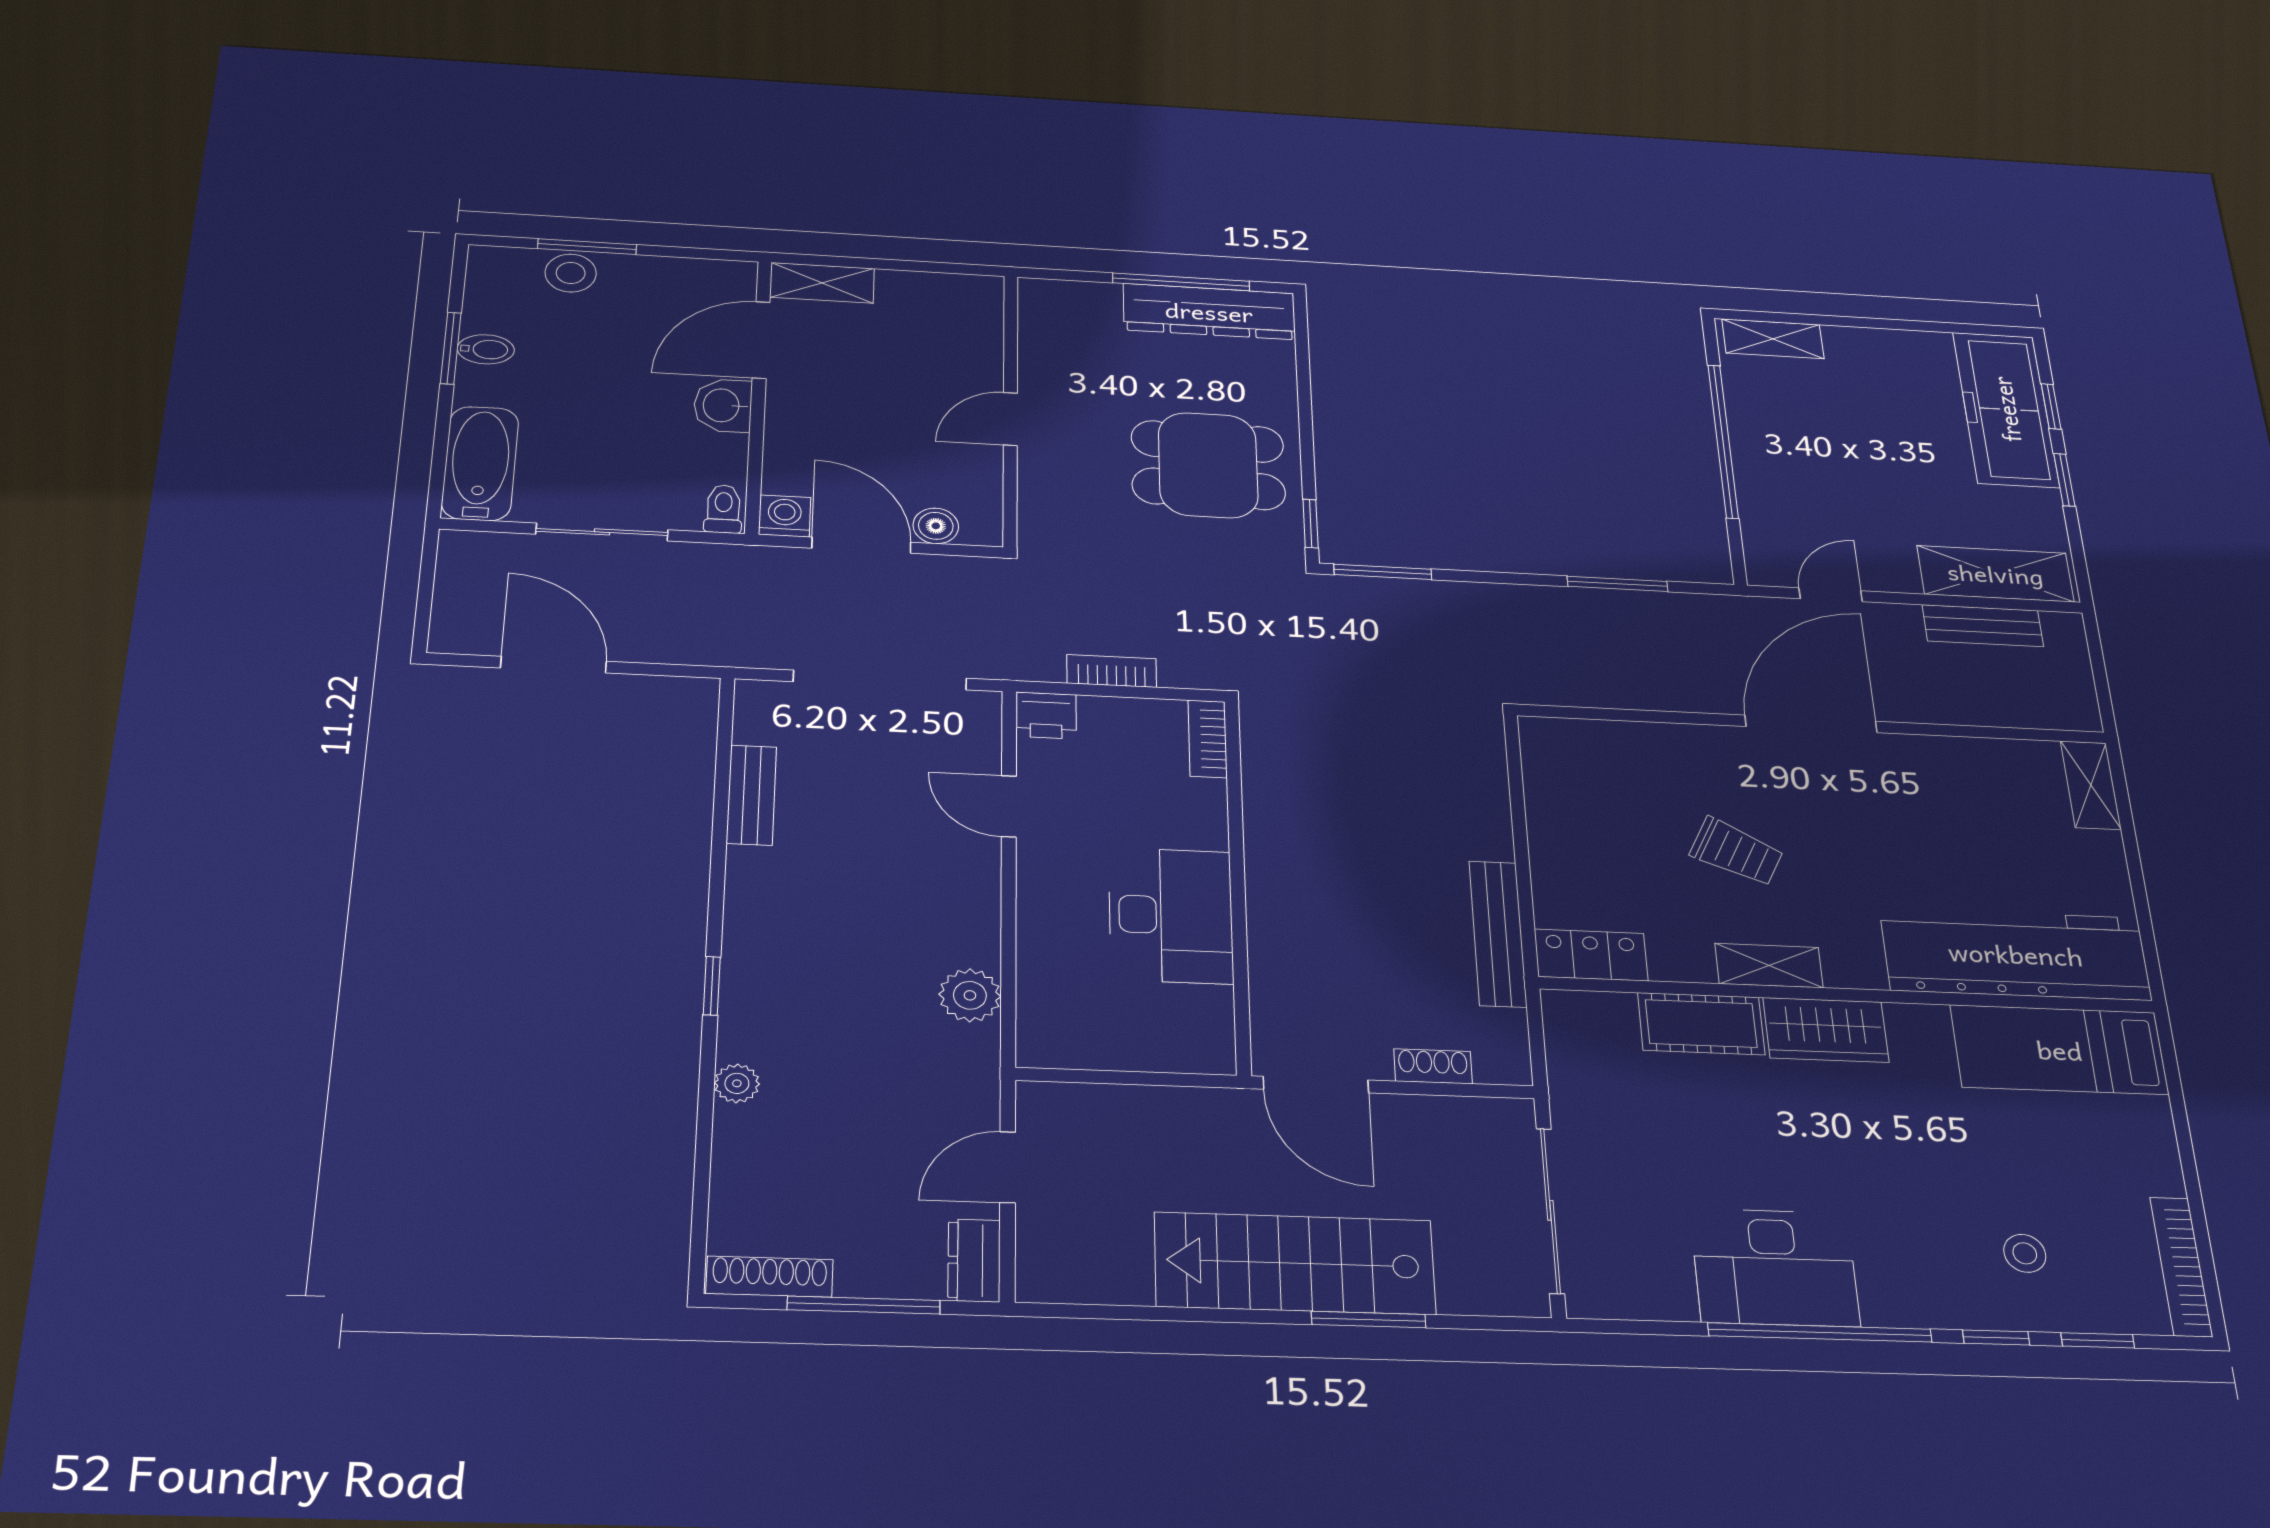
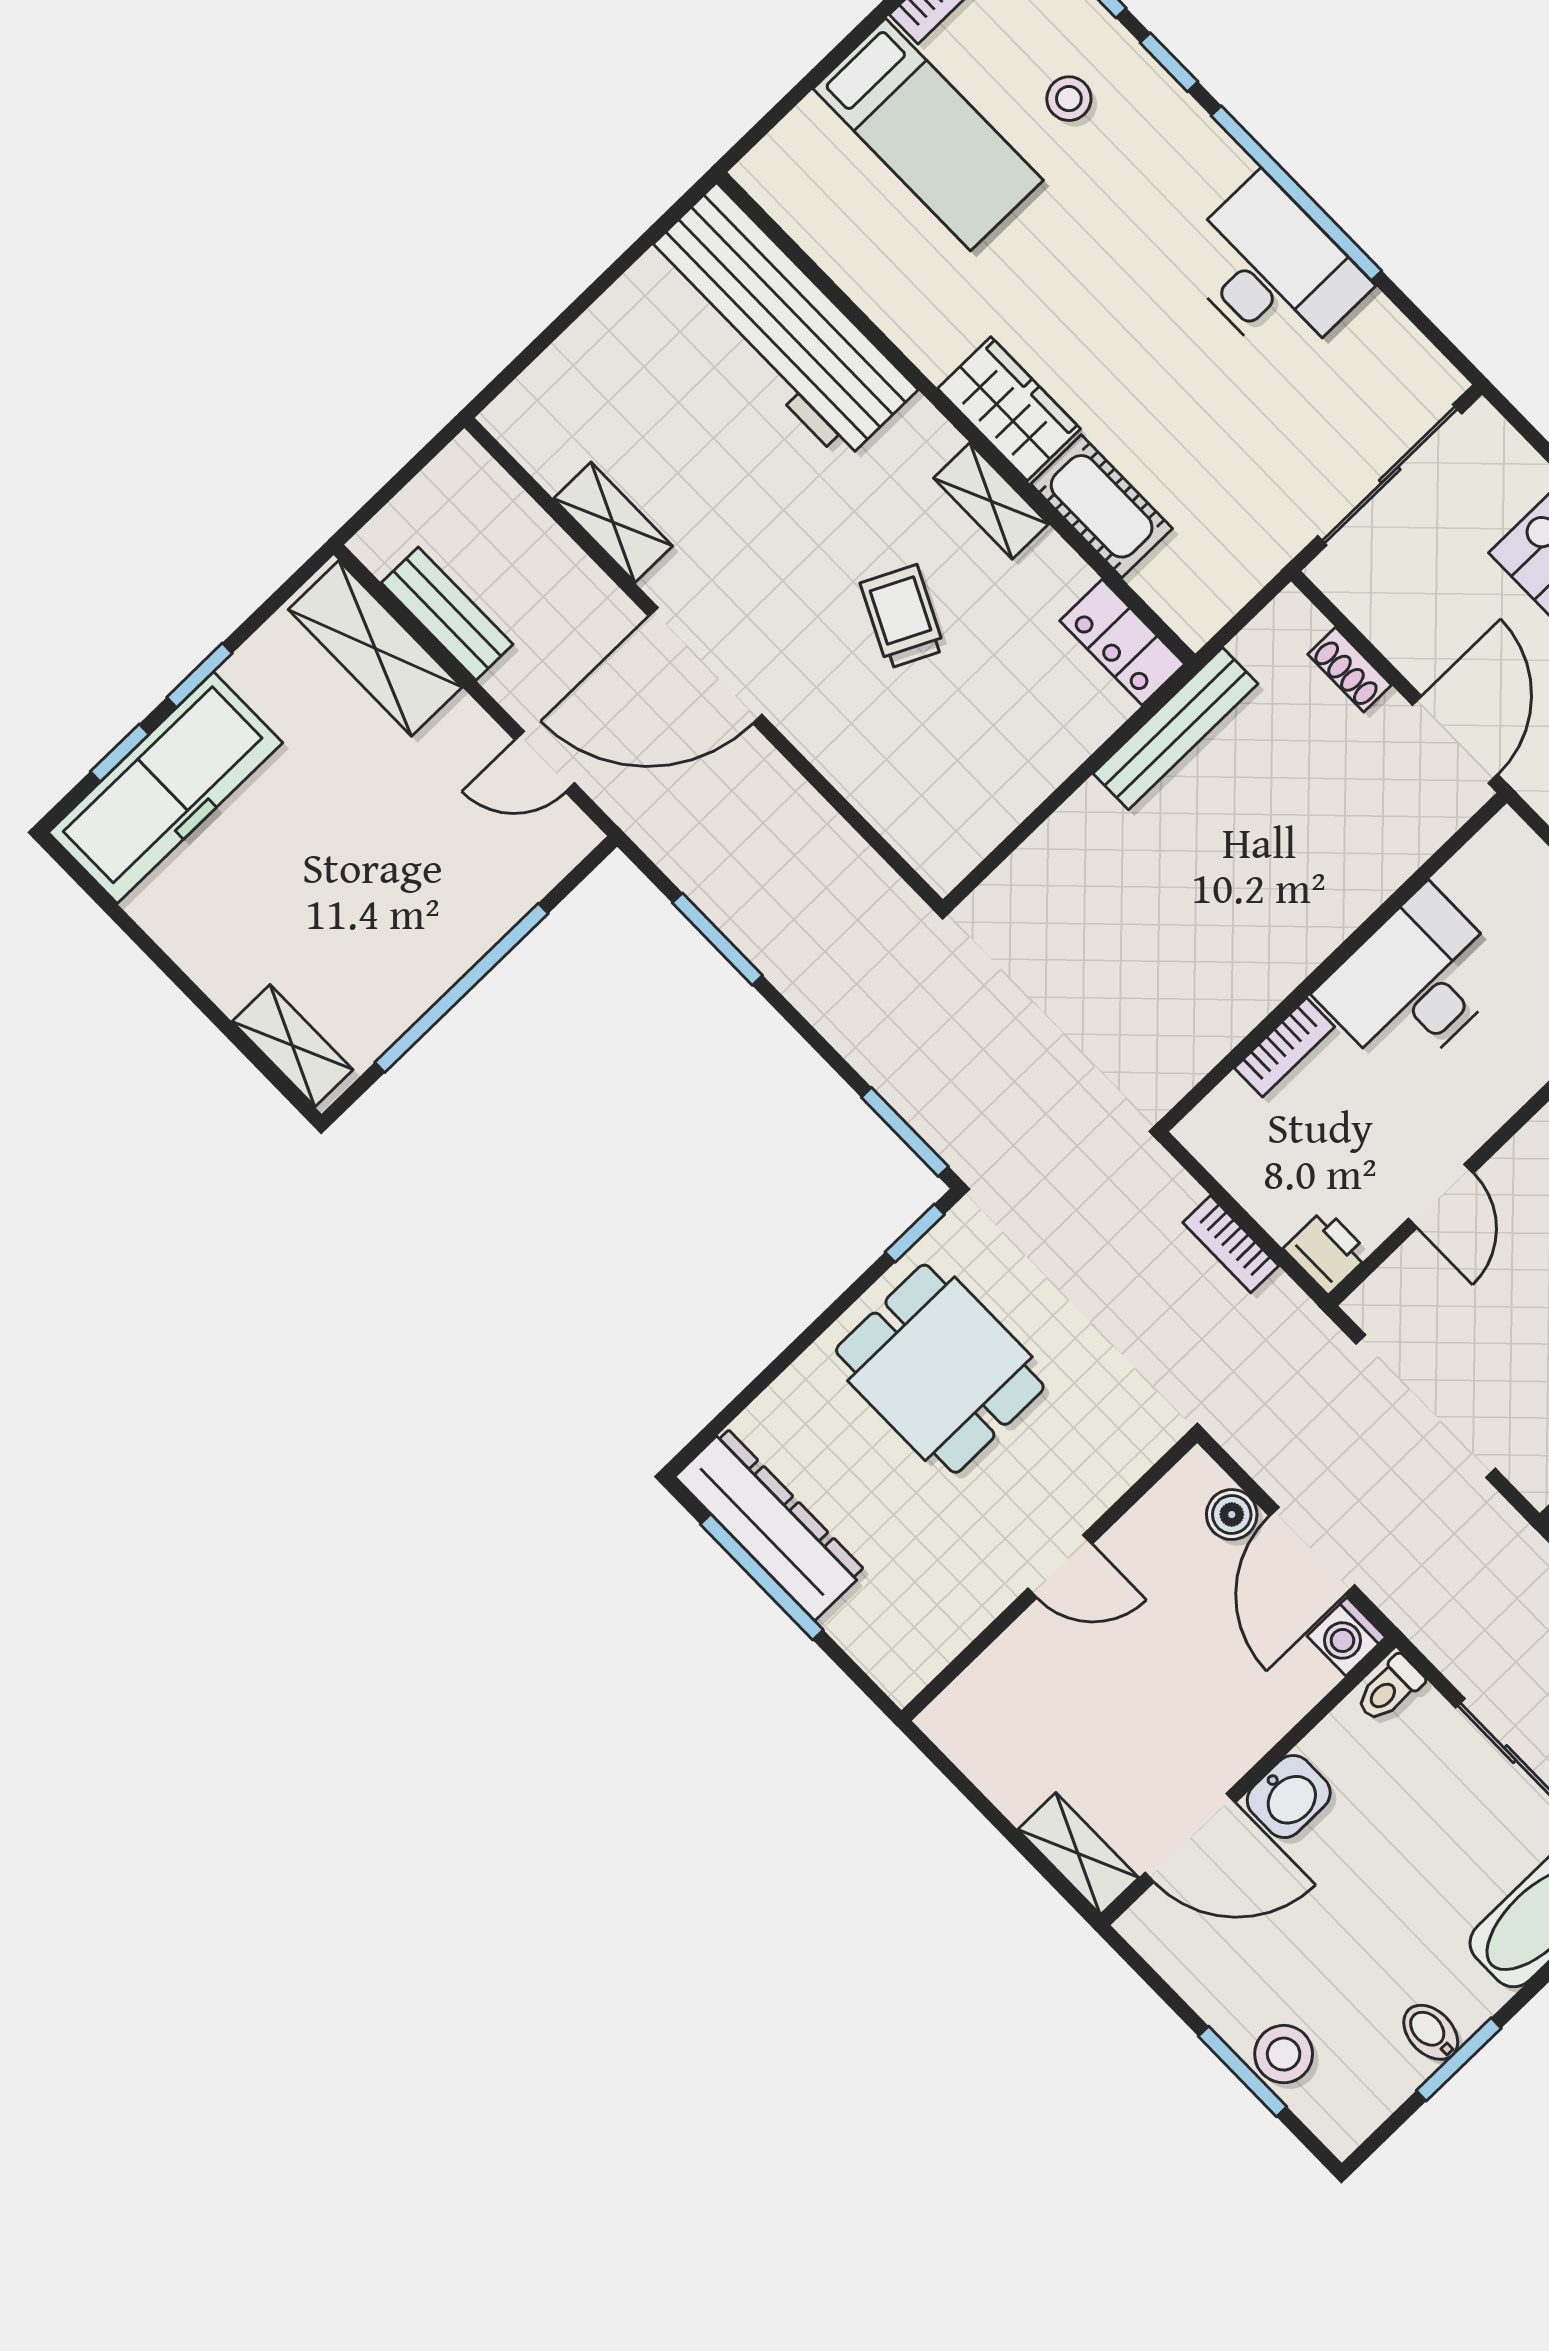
bookcase: (1208, 739) -> (1285, 1047), moved
shelving: (2091, 785) -> (613, 522), moved, turned 90
bed: (2059, 1050) -> (928, 135), moved

